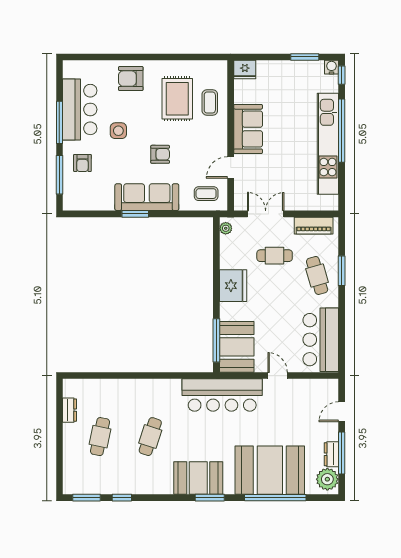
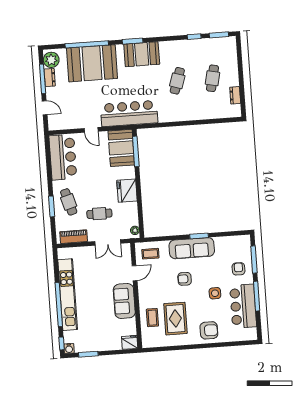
door: (342, 412) -> (45, 108), hinge flipped

